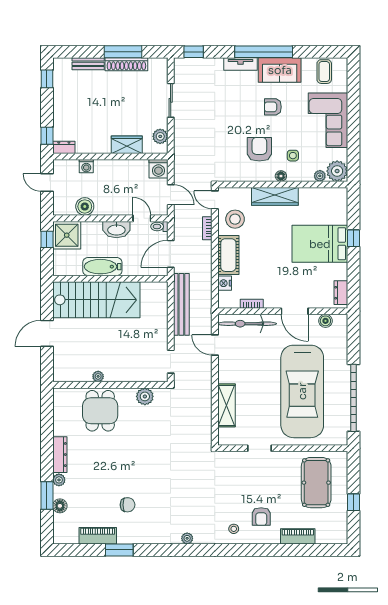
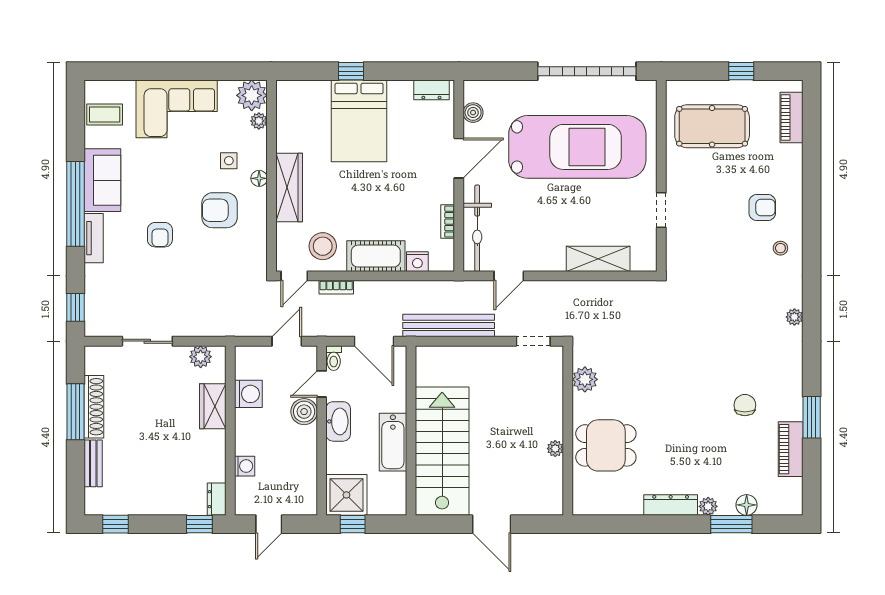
armchair: (273, 107) -> (160, 235), moved
washing machine: (158, 169) -> (248, 394), moved
boiler: (85, 206) -> (304, 412), moved
piano: (298, 536) -> (792, 117), moved

